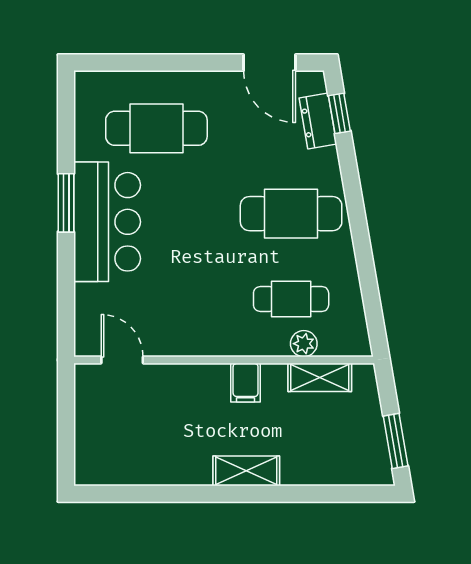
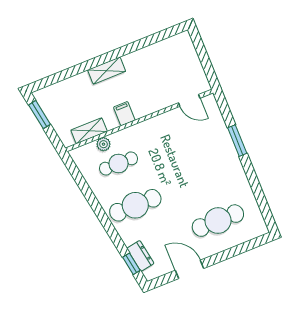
door: (270, 63) -> (189, 269), moved
window: (66, 203) -> (237, 141), moved
bar counter: (107, 222) -> (224, 165), removed

